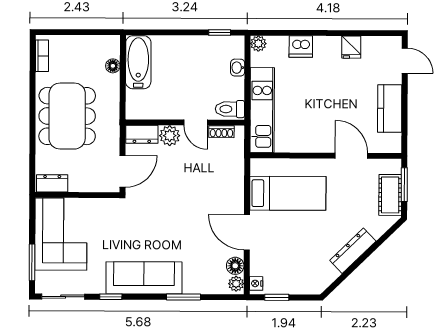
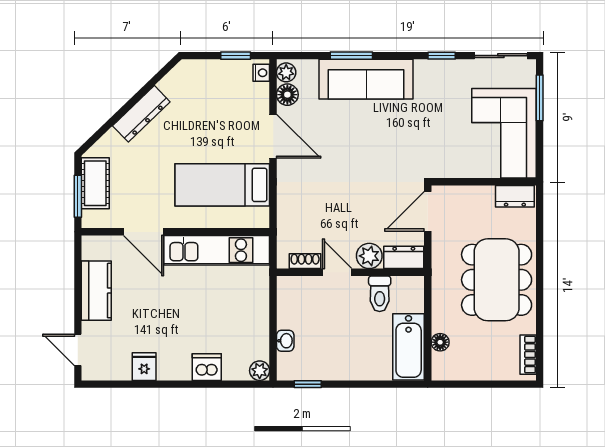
toilet: (230, 109) -> (380, 294), moved, turned 90
kitchen unit: (262, 110) -> (217, 250), moved, turned -90
sofa: (144, 278) -> (366, 79), moved

